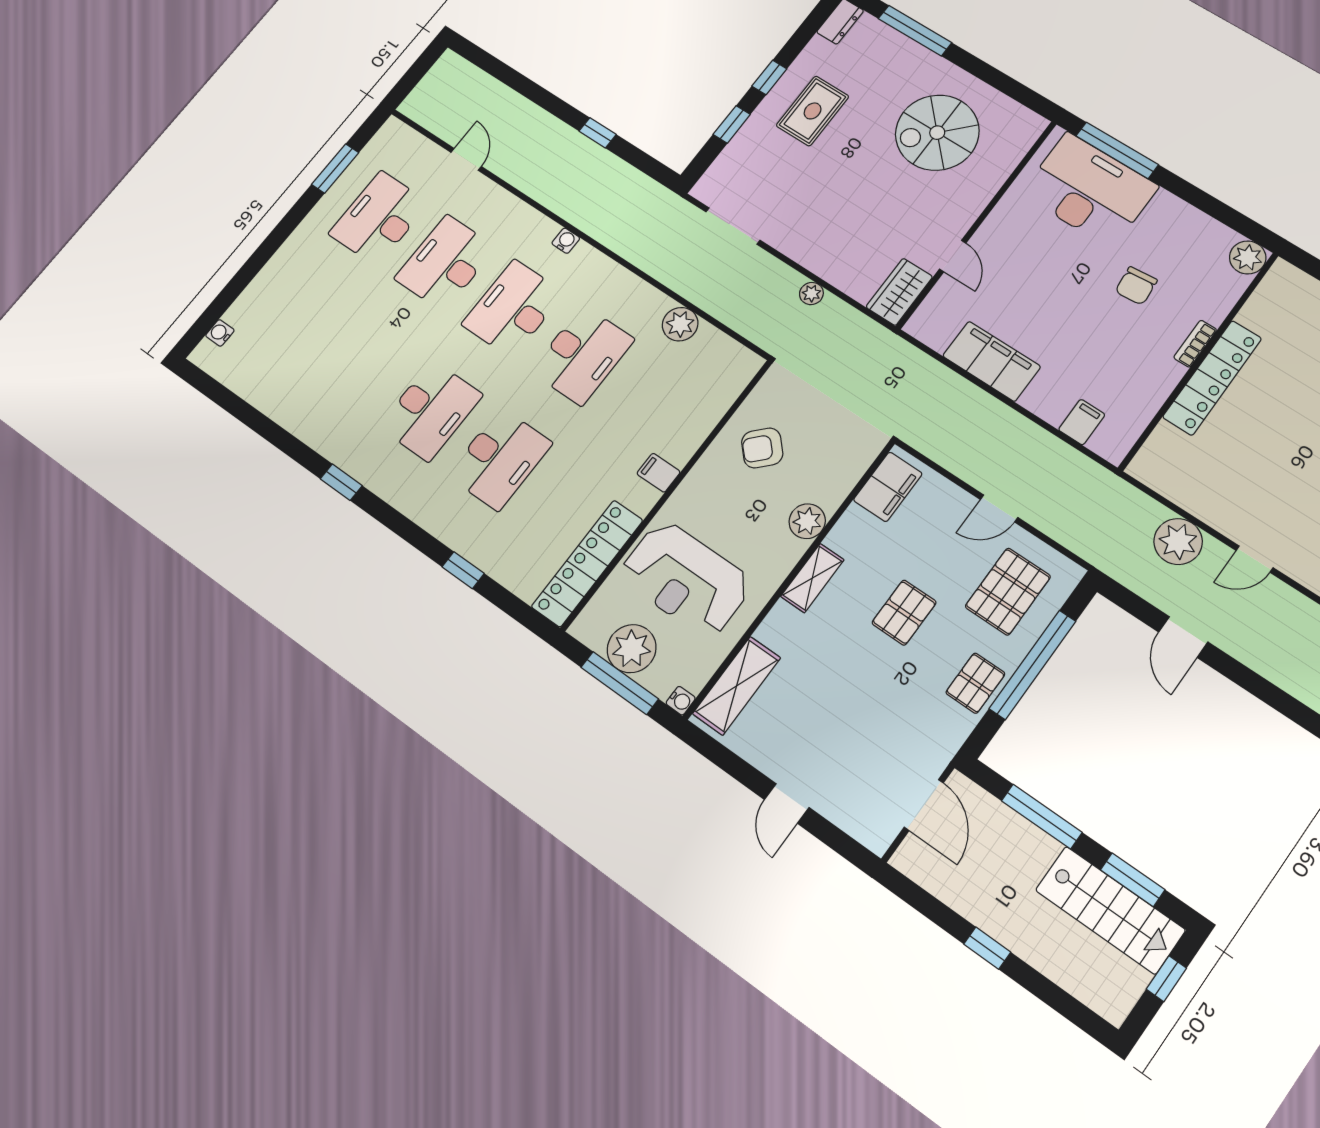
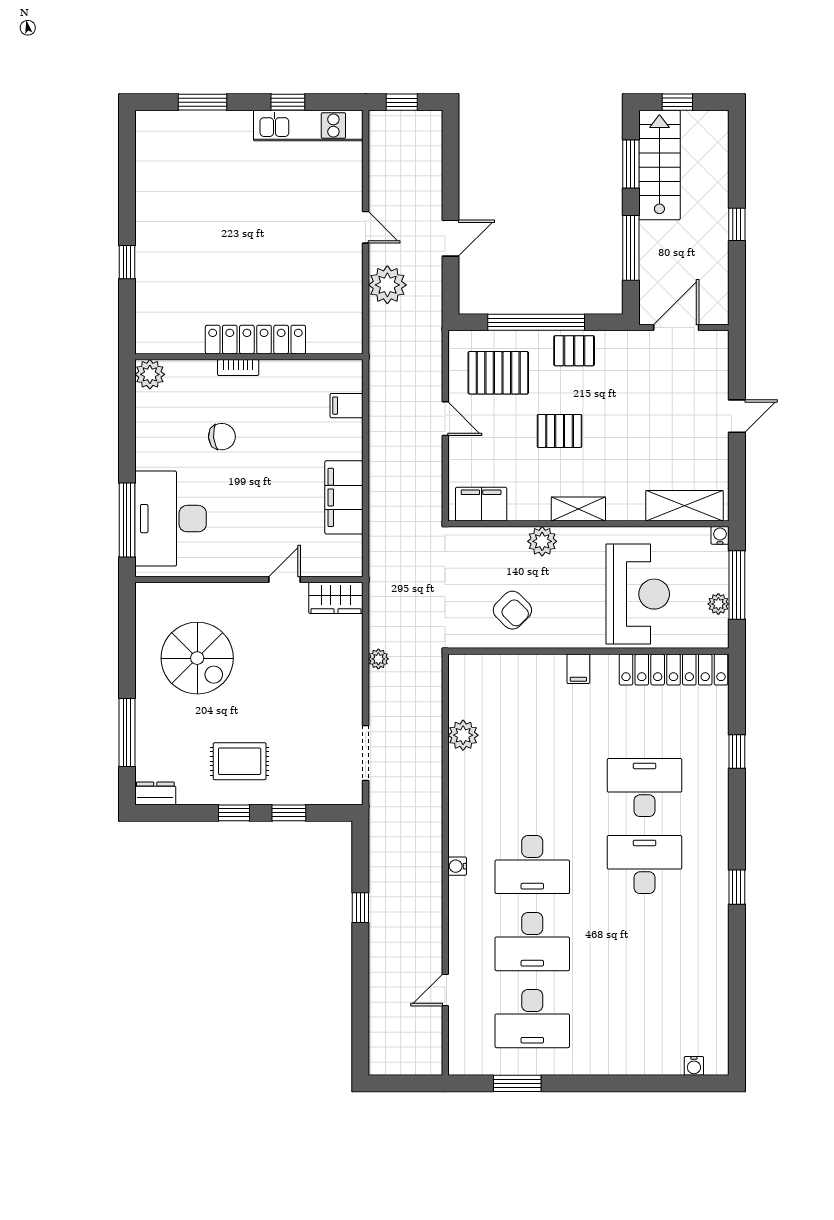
desk: (582, 355) -> (532, 788), removed
plant: (632, 649) -> (718, 604), width x0.53, depth x0.53

